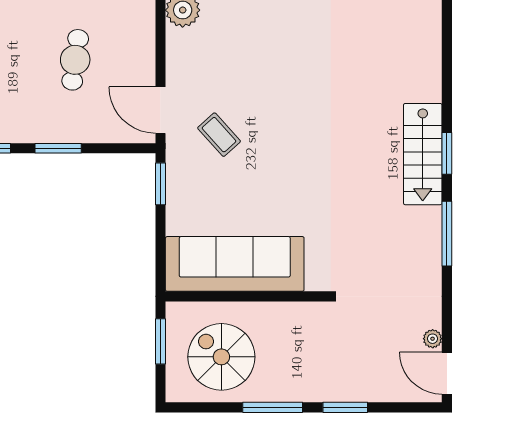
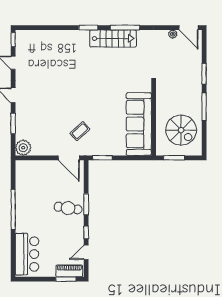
cafe table: (75, 60) -> (68, 208), moved
door: (161, 110) -> (69, 158), hinge flipped
stairs: (423, 154) -> (113, 38), moved
spiral stairs: (221, 357) -> (181, 130), turned -90
door: (447, 373) -> (188, 28), hinge flipped

